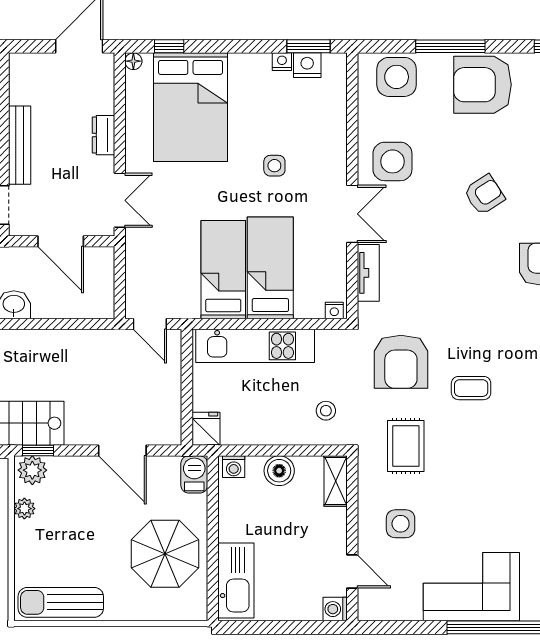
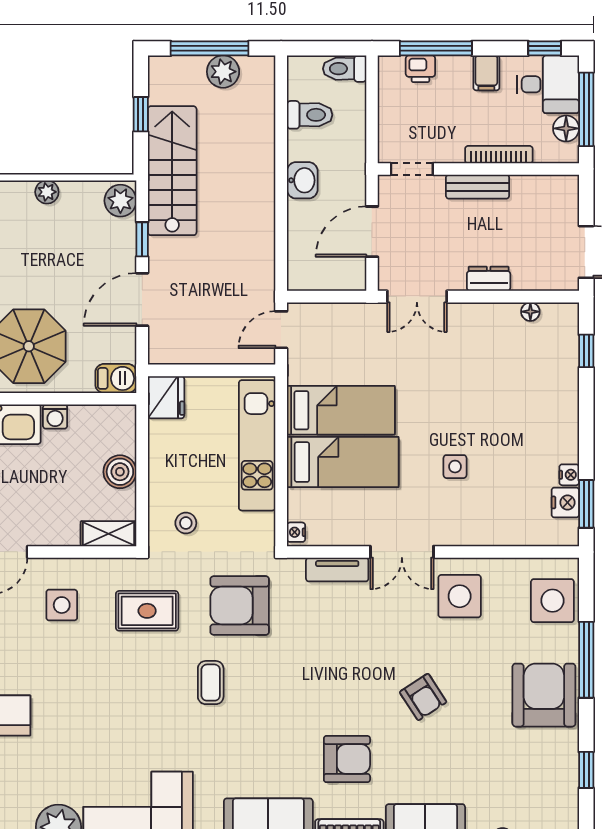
floor lamp: (133, 61) -> (530, 312), moved
bed: (190, 107) -> (519, 374), removed
bench: (20, 145) -> (478, 187), width x0.73
fridge: (206, 429) -> (166, 397), width x1.38
window: (38, 450) -> (142, 239), moved
washing machine: (234, 467) -> (55, 417), moved, turned -90
plant: (24, 509) -> (47, 192), moved

